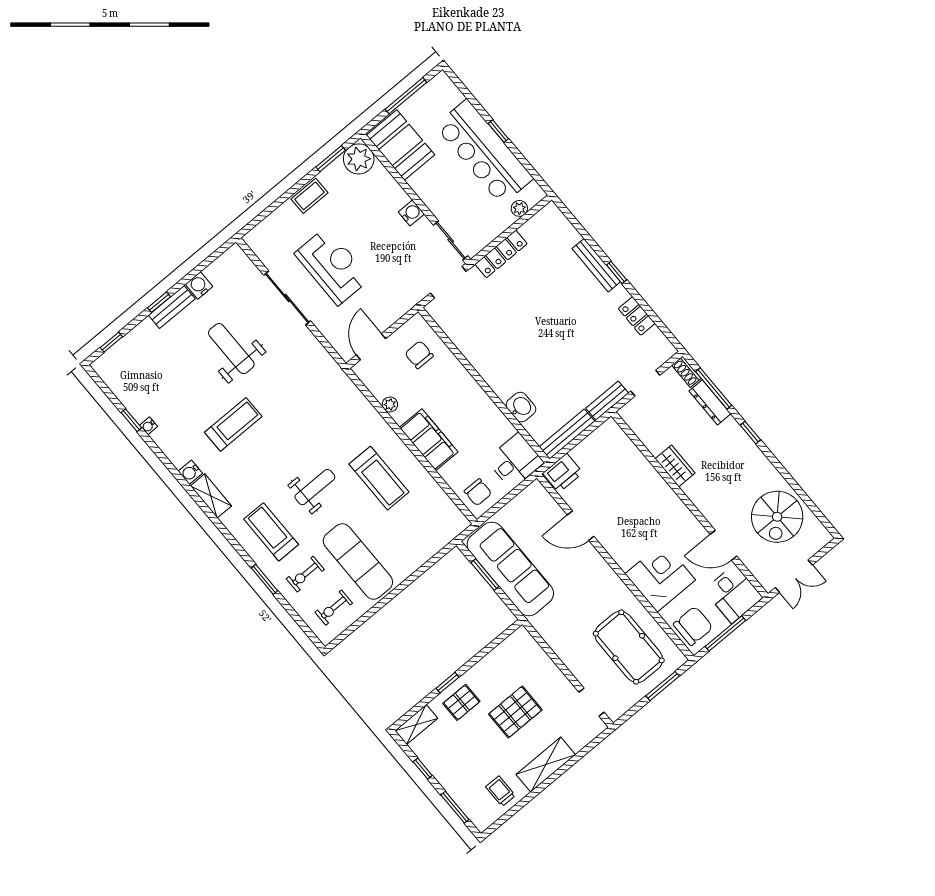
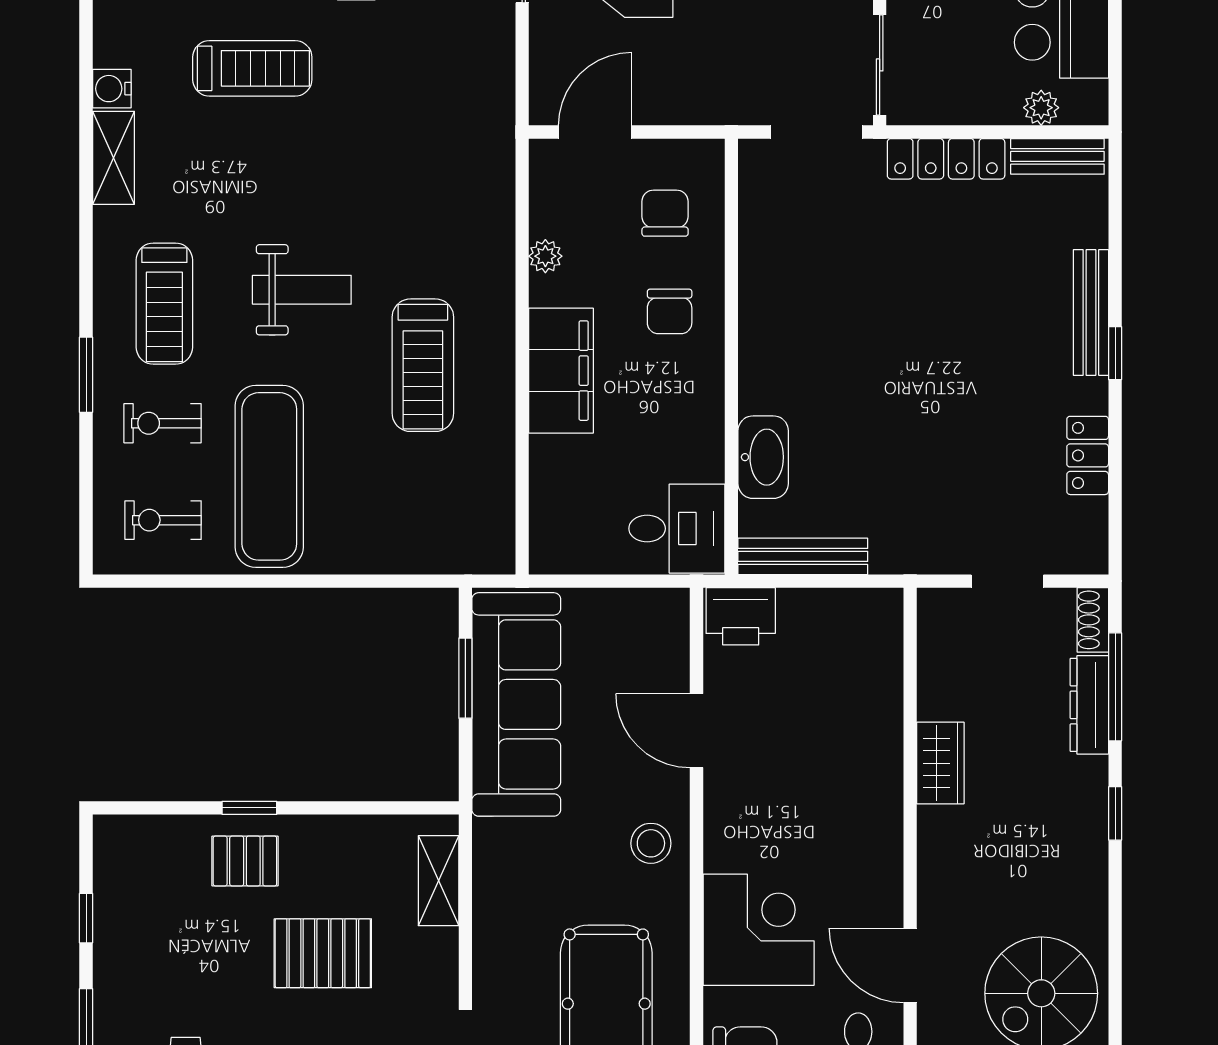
bench: (607, 401) -> (1057, 156), moved
washbasin: (521, 407) -> (763, 457), width x1.38
chair: (478, 492) -> (670, 311), moved
treadmill: (271, 532) -> (164, 304), turned 180
stool: (598, 578) -> (651, 843), added
shelving: (416, 725) -> (439, 881), moved, turned 90

